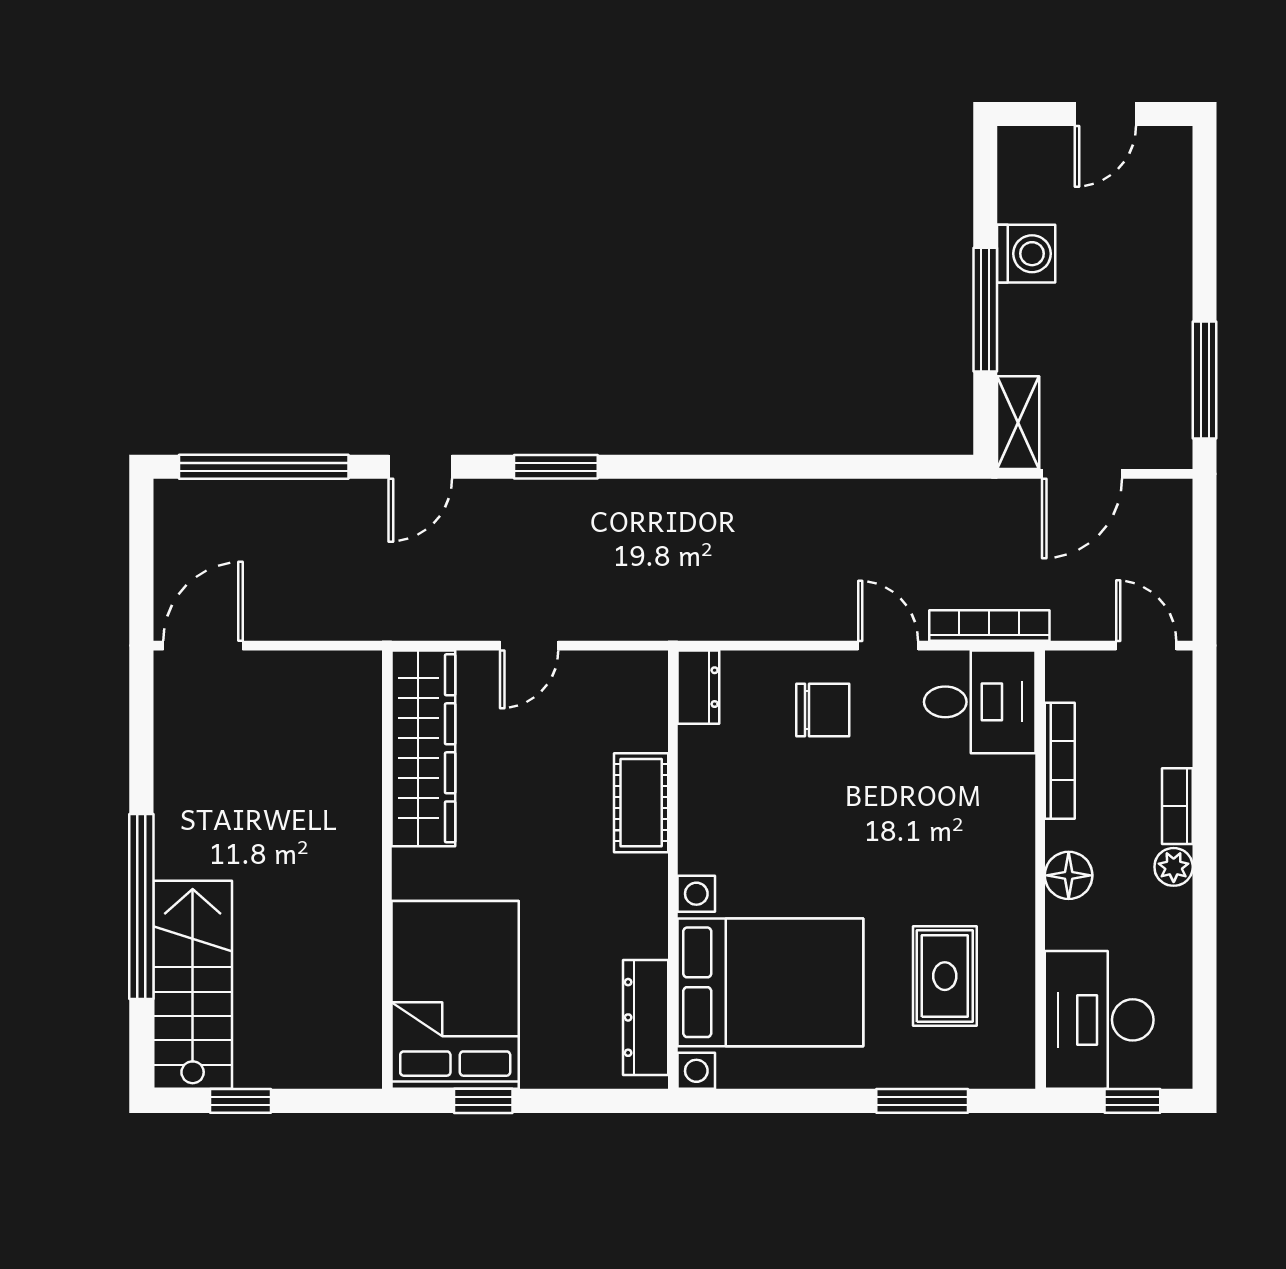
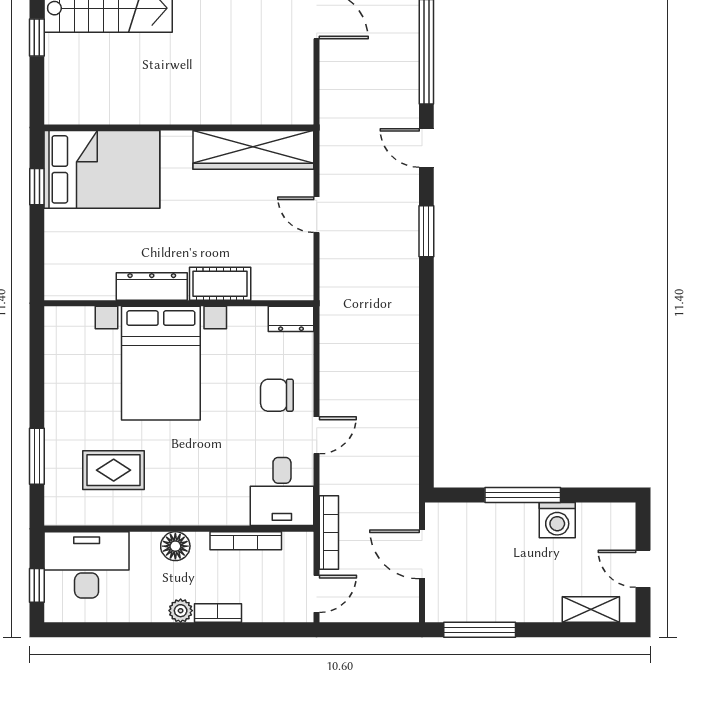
shelving: (1018, 423) -> (591, 610), moved
bookcase: (989, 625) -> (329, 532), moved
chair: (823, 710) -> (277, 395), turned 90
bed with nightstands: (770, 982) -> (161, 363), moved
dresser: (646, 1017) -> (152, 286), moved

